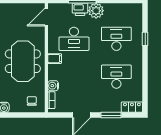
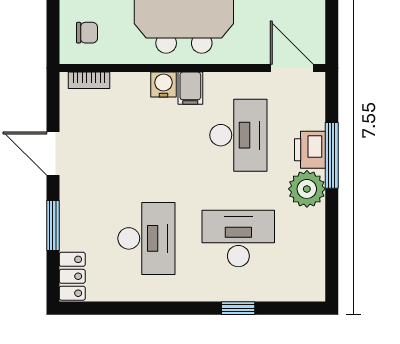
desk: (74, 39) -> (238, 135), turned 180
desk: (116, 39) -> (238, 238), turned -90
water cooler: (53, 86) -> (163, 85), moved

